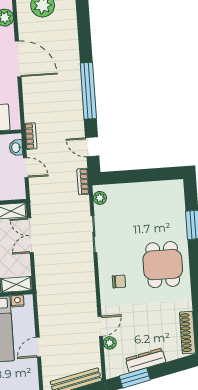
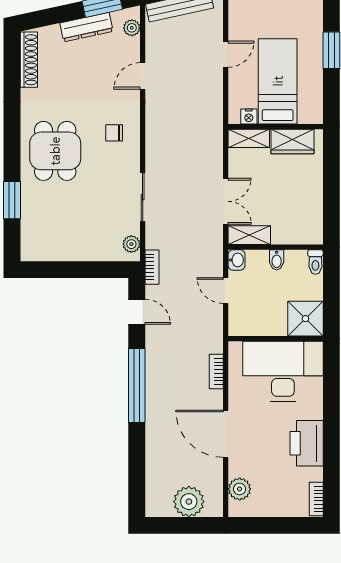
bookcase: (31, 136) -> (216, 372), moved
washbasin: (16, 148) -> (237, 260), moved
plant: (110, 343) -> (132, 28), moved

